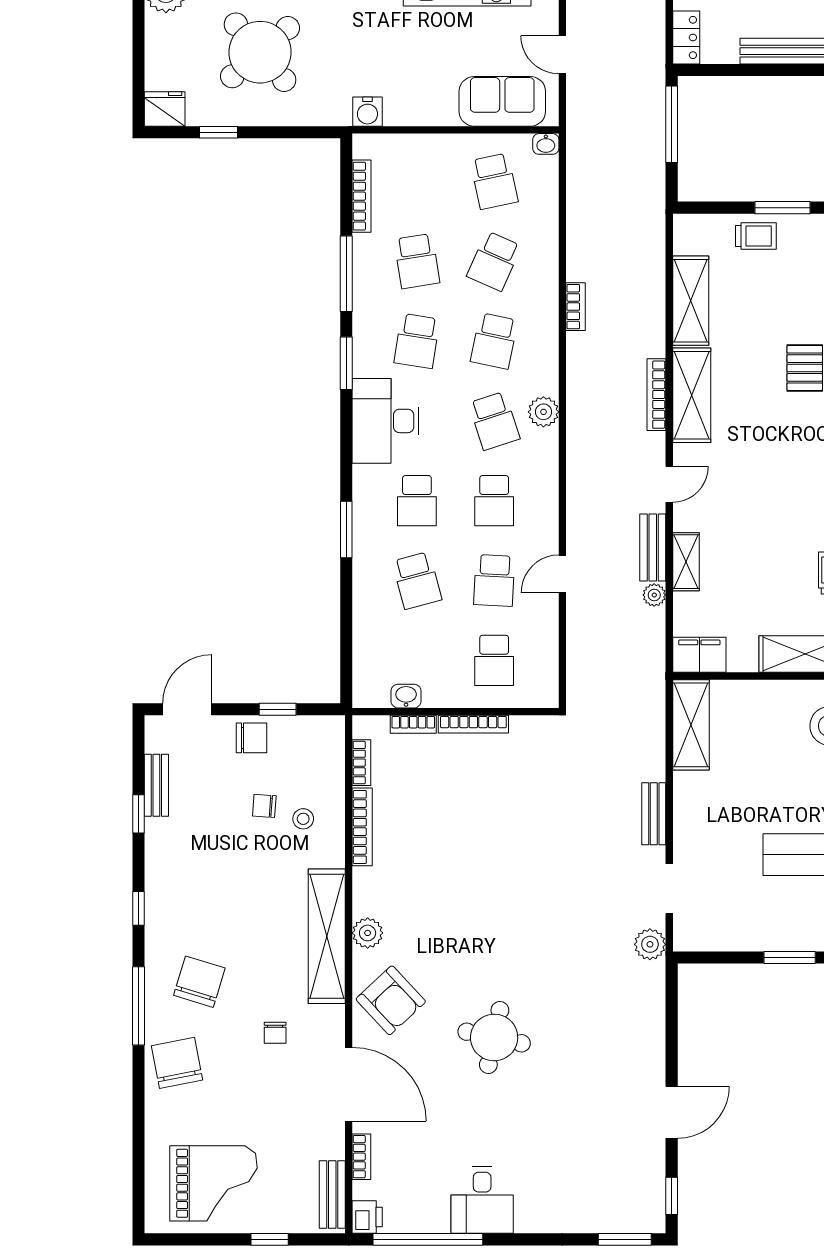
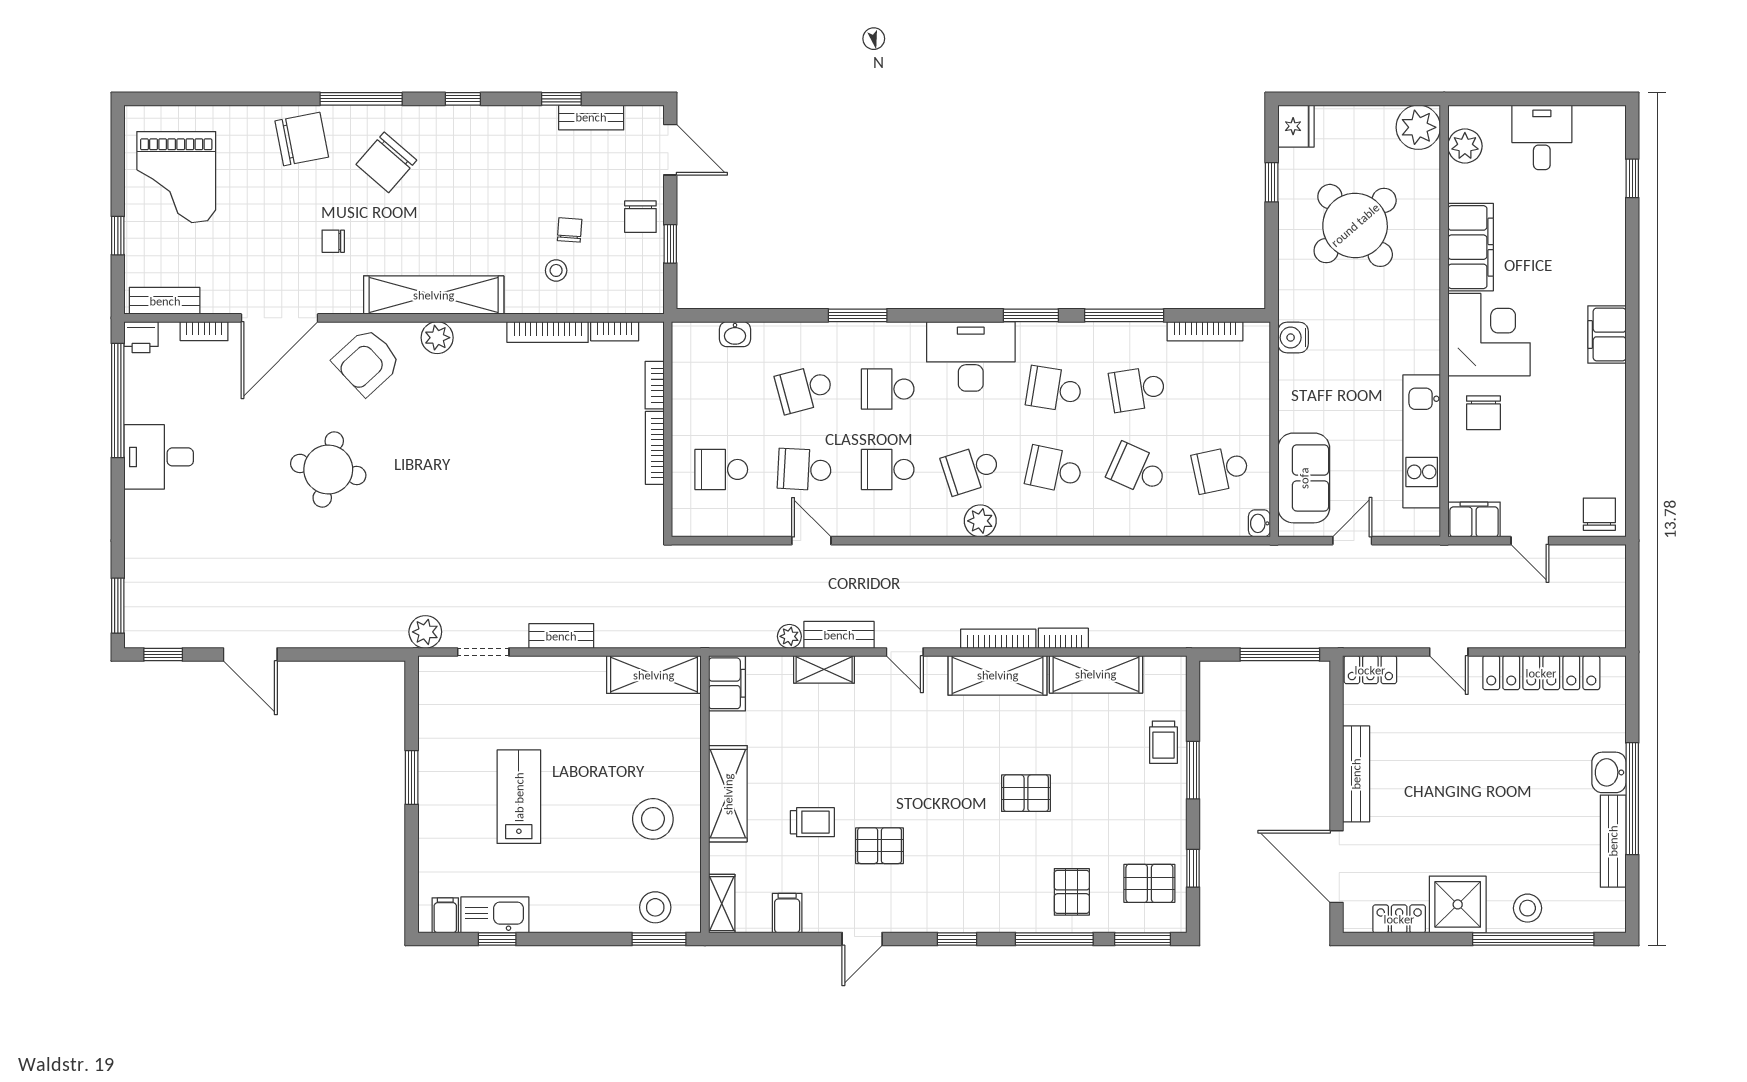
bookcase: (576, 307) -> (1063, 638), moved, turned 180
washbasin: (406, 696) -> (735, 334), moved, turned 90
chair: (199, 982) -> (386, 162), turned 114

